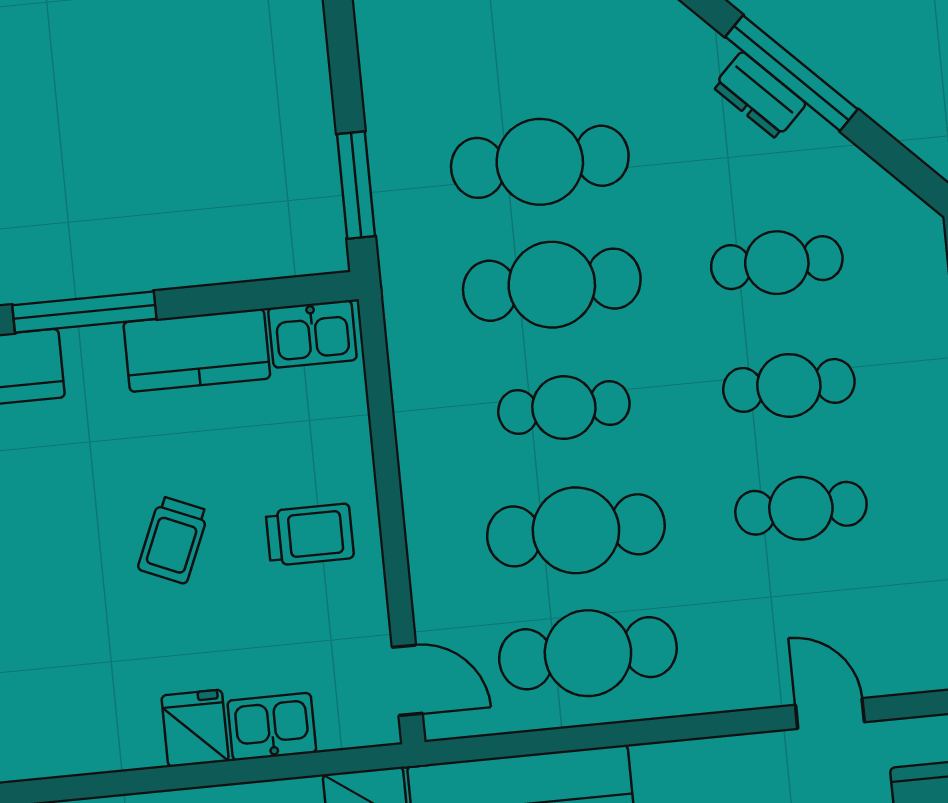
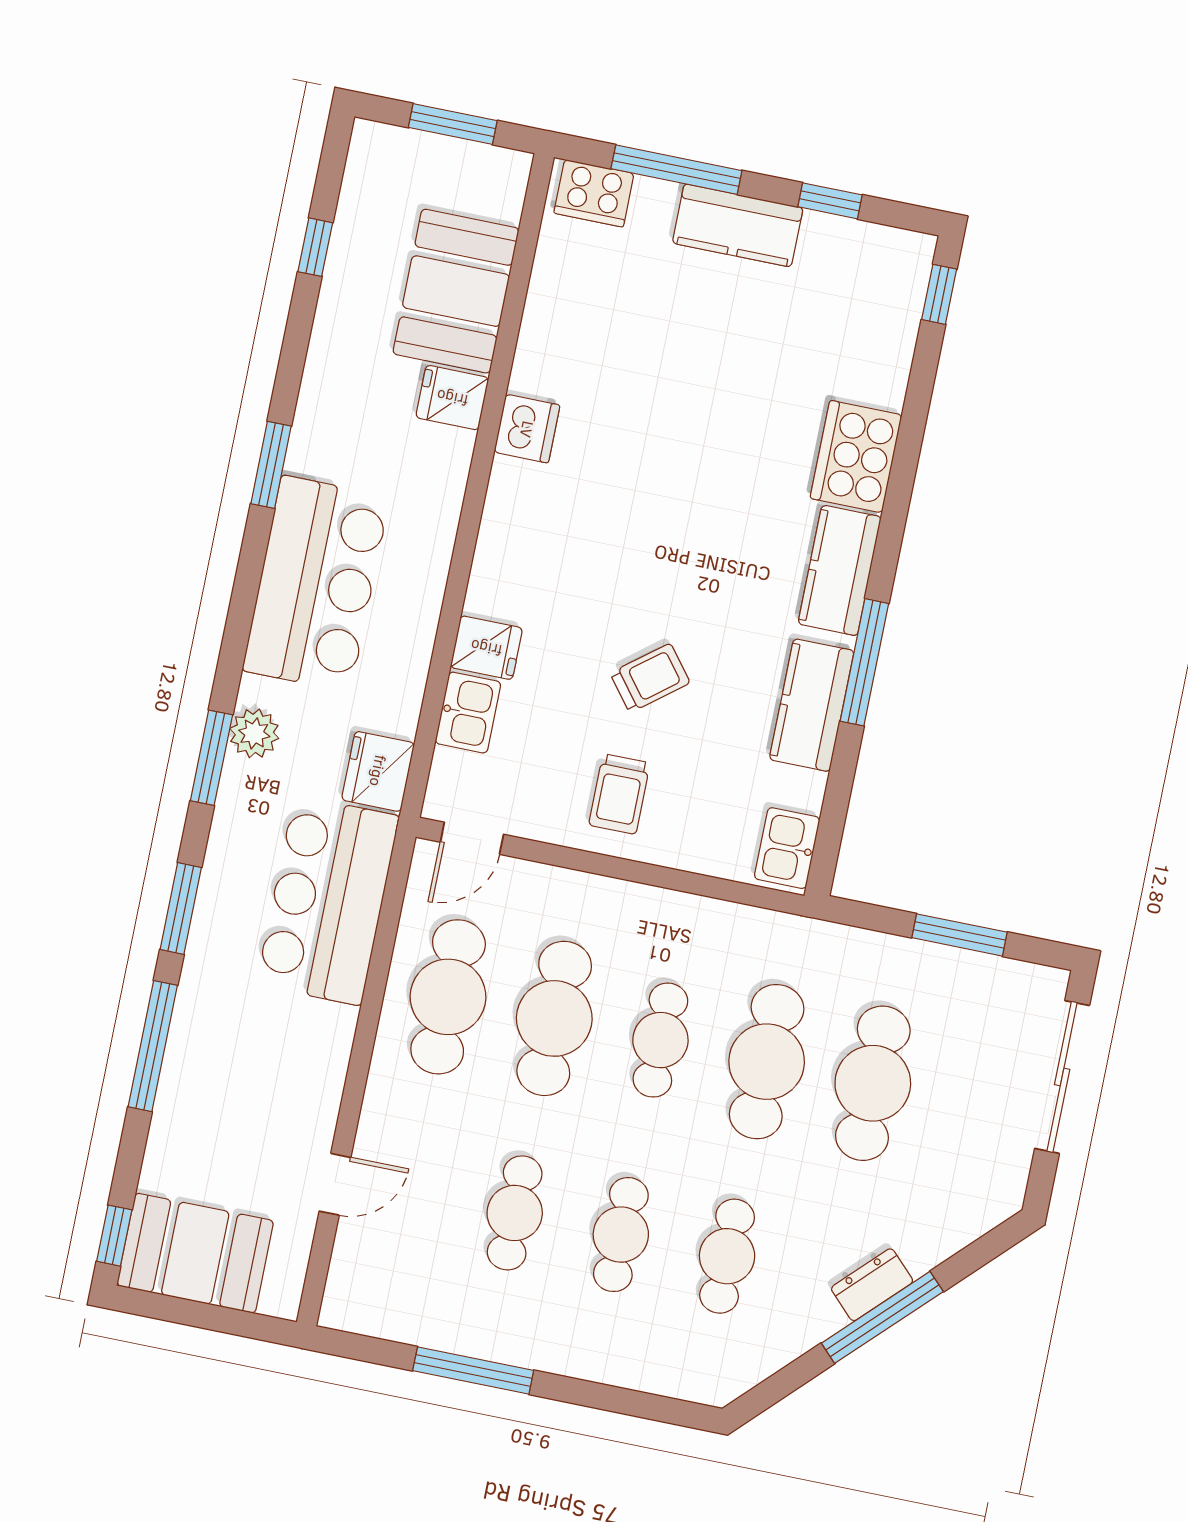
window: (356, 185) -> (959, 935), moved
kitchen counter: (197, 350) -> (812, 705), moved
trolley: (173, 540) -> (650, 678), turned 119

